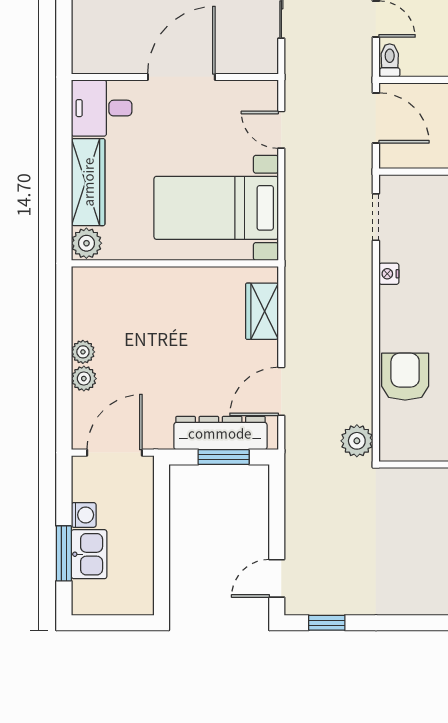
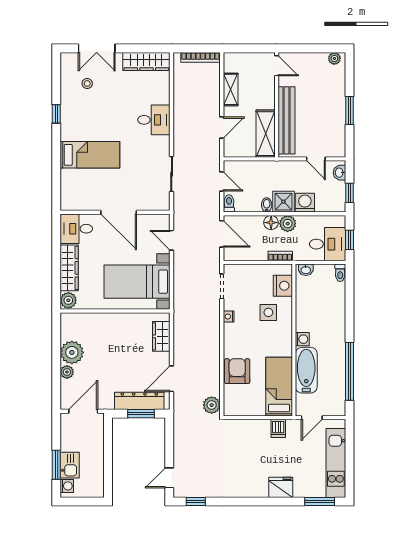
door: (181, 77) -> (119, 212), swing flipped
plant: (83, 352) -> (72, 352), width x1.88, depth x1.88
washing machine: (84, 515) -> (67, 486), moved

